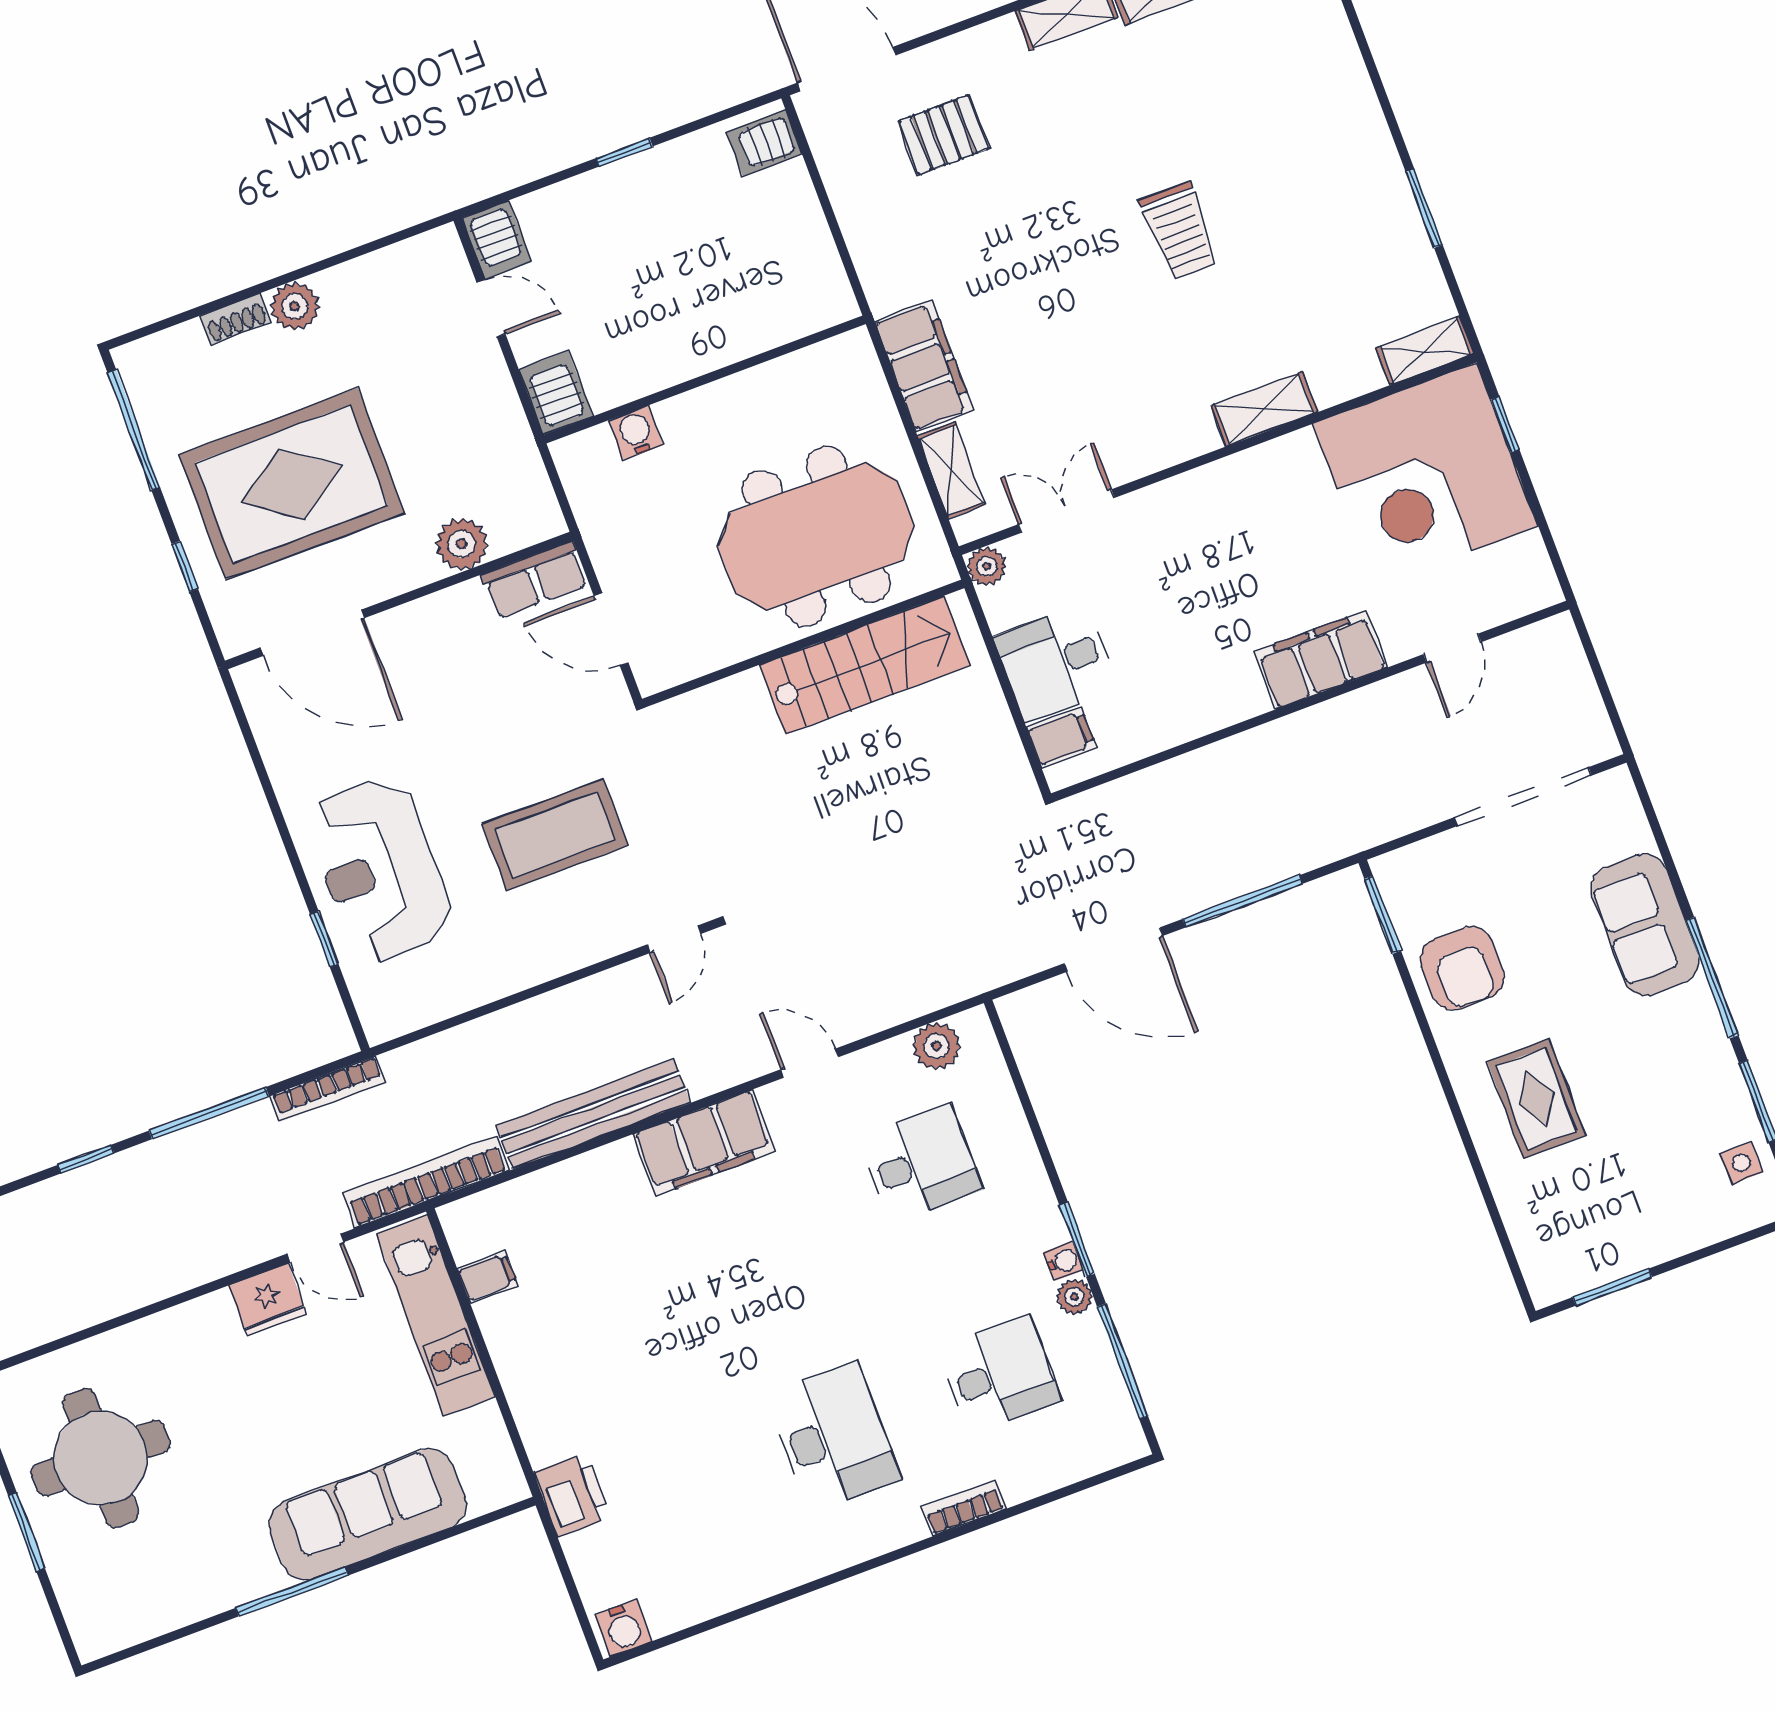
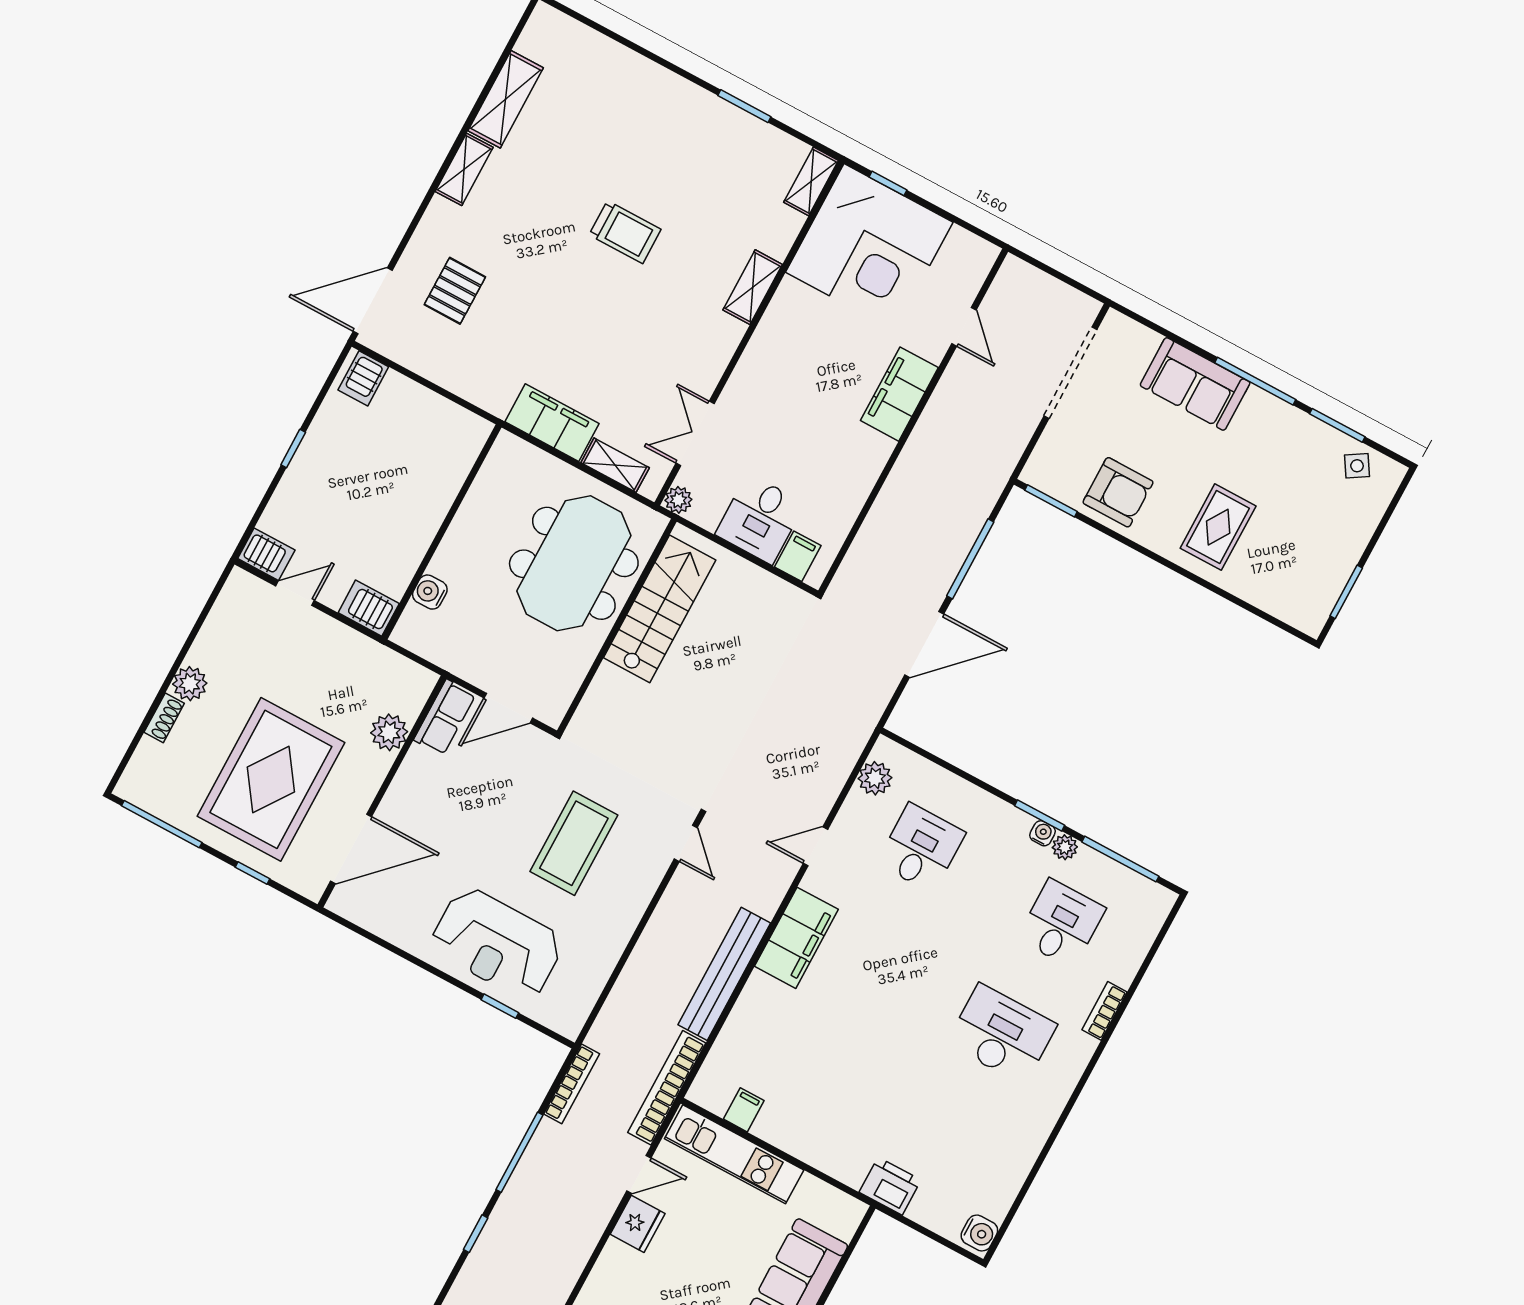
rug: (1536, 1099) -> (1218, 527), turned 90
side table: (1741, 1163) -> (1357, 466), turned -32

